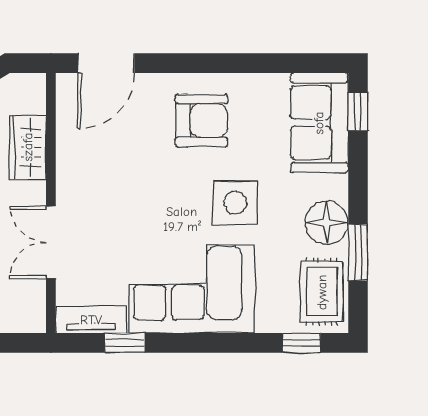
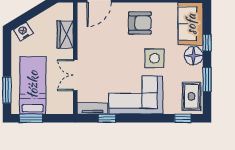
window: (358, 111) -> (207, 43), moved
floor lamp: (327, 223) -> (194, 56), moved

